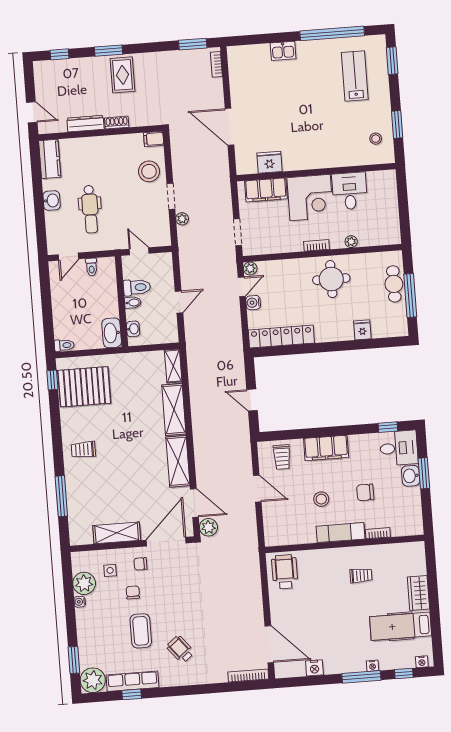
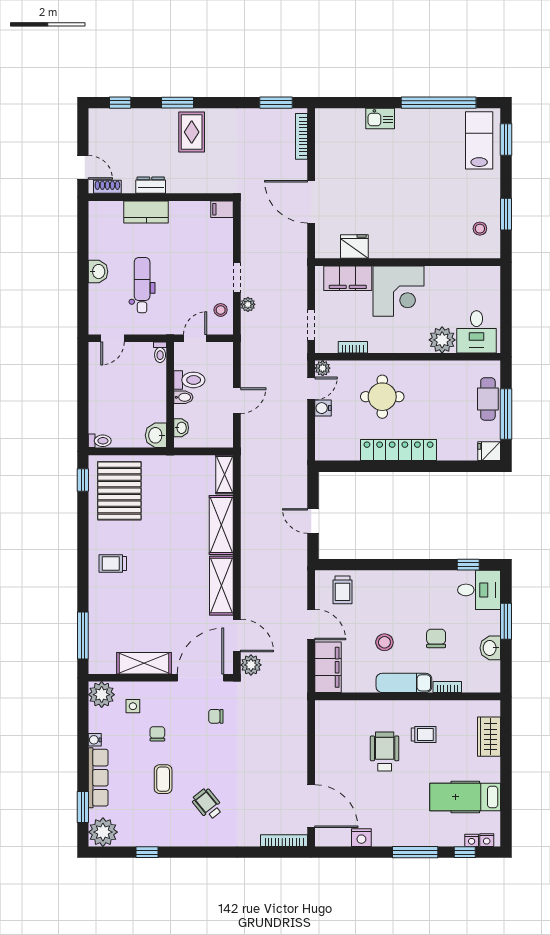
bookcase: (216, 64) -> (302, 136), width x1.56
lab bench: (355, 76) -> (479, 140), moved
shoe rack: (117, 123) -> (107, 187), moved
dresser: (85, 124) -> (151, 185), width x0.70
kitchen counter: (50, 159) -> (146, 212), moved, turned 90
stool: (149, 171) -> (221, 310), moved, width x0.53, depth x0.53
desk: (350, 191) -> (477, 332), moved, turned 180
dental chair: (90, 209) -> (142, 285), turned 180
plant: (351, 242) -> (442, 340), width x1.88, depth x1.88
bookcase: (316, 245) -> (353, 347), moved
door: (139, 251) -> (195, 338), hinge flipped
toilet: (91, 267) -> (160, 352), moved
round table: (331, 279) -> (382, 397), moved
fridge: (362, 330) -> (489, 451), moved, turned -90
washbasin: (112, 333) -> (156, 435), width x0.72
locker: (281, 337) -> (399, 450), moved
pallet: (84, 387) -> (119, 491), turned 90
filing cabinet: (326, 448) -> (328, 667), moved, turned -90
washbasin: (411, 476) -> (490, 648), moved
chair: (365, 492) -> (436, 638), turned 90
window: (61, 496) -> (83, 636), moved
chair: (141, 564) -> (216, 716), moved
wheelchair: (285, 572) -> (385, 752), moved
plant: (84, 583) -> (102, 695), moved
wardrobe: (418, 593) -> (489, 737), moved
coffee table: (141, 631) -> (163, 779), width x0.73, depth x0.77
nightstand: (373, 666) -> (472, 840), moved
row of seats: (133, 681) -> (98, 778), moved, turned 90

